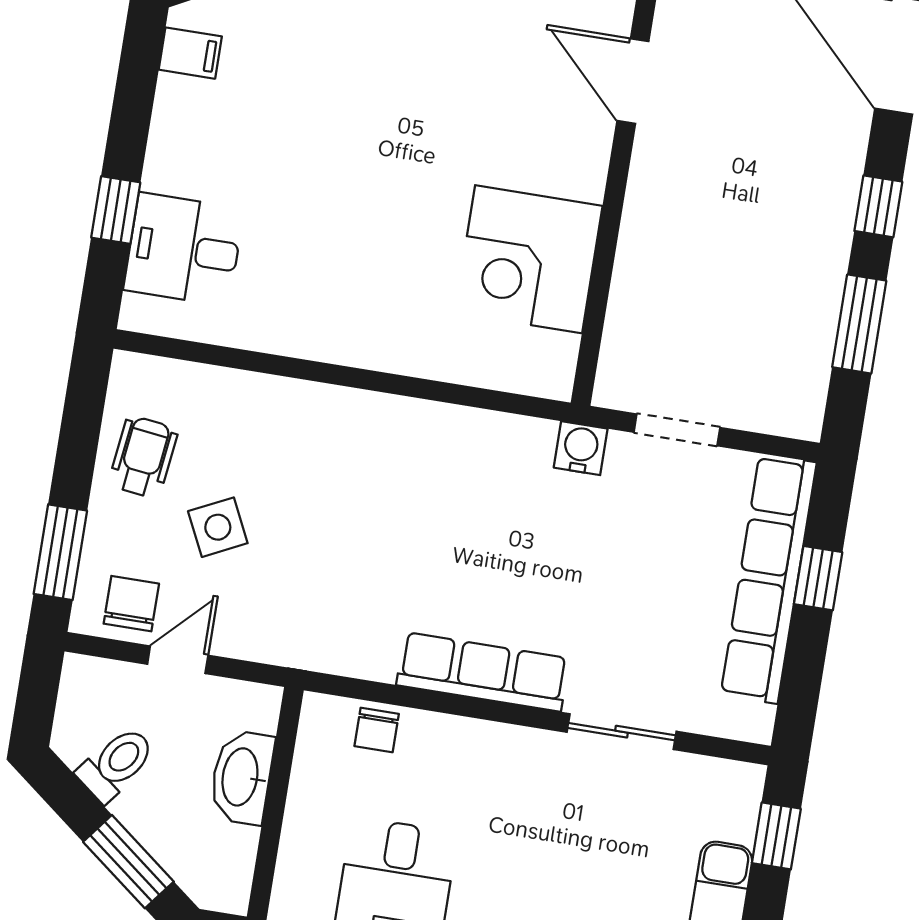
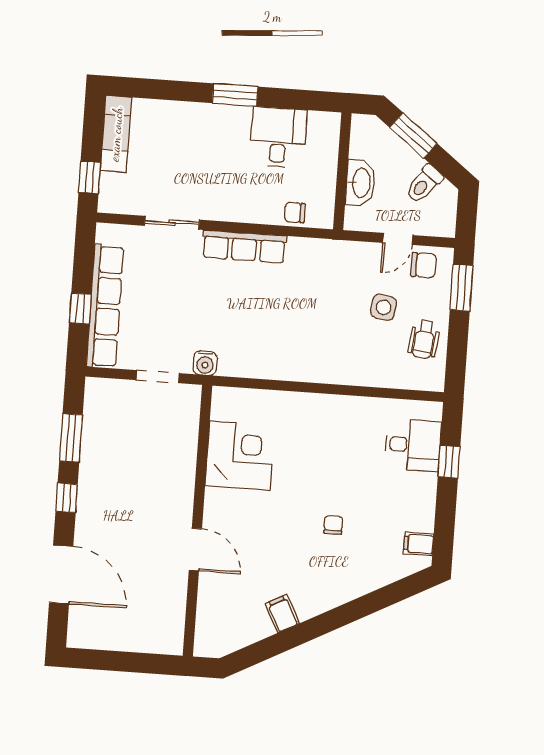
chair: (356, 106) -> (333, 525), added
side table: (218, 527) -> (384, 307), turned 34
chair: (131, 604) -> (424, 265), turned -90
chair: (377, 730) -> (295, 213), turned -90

